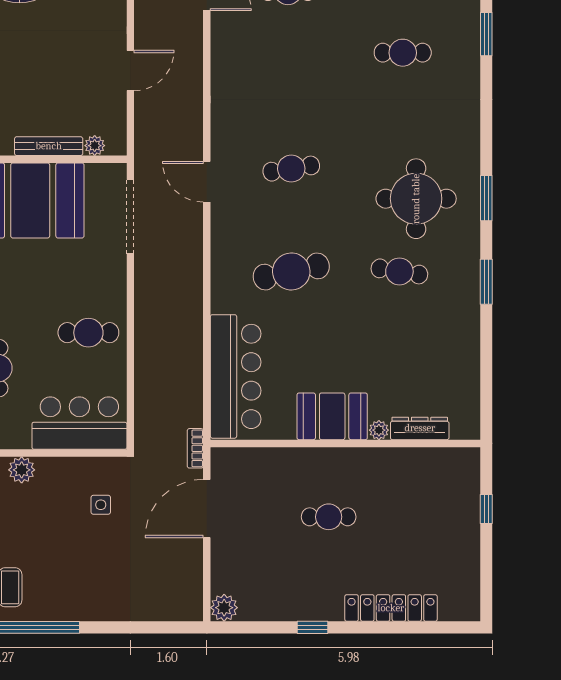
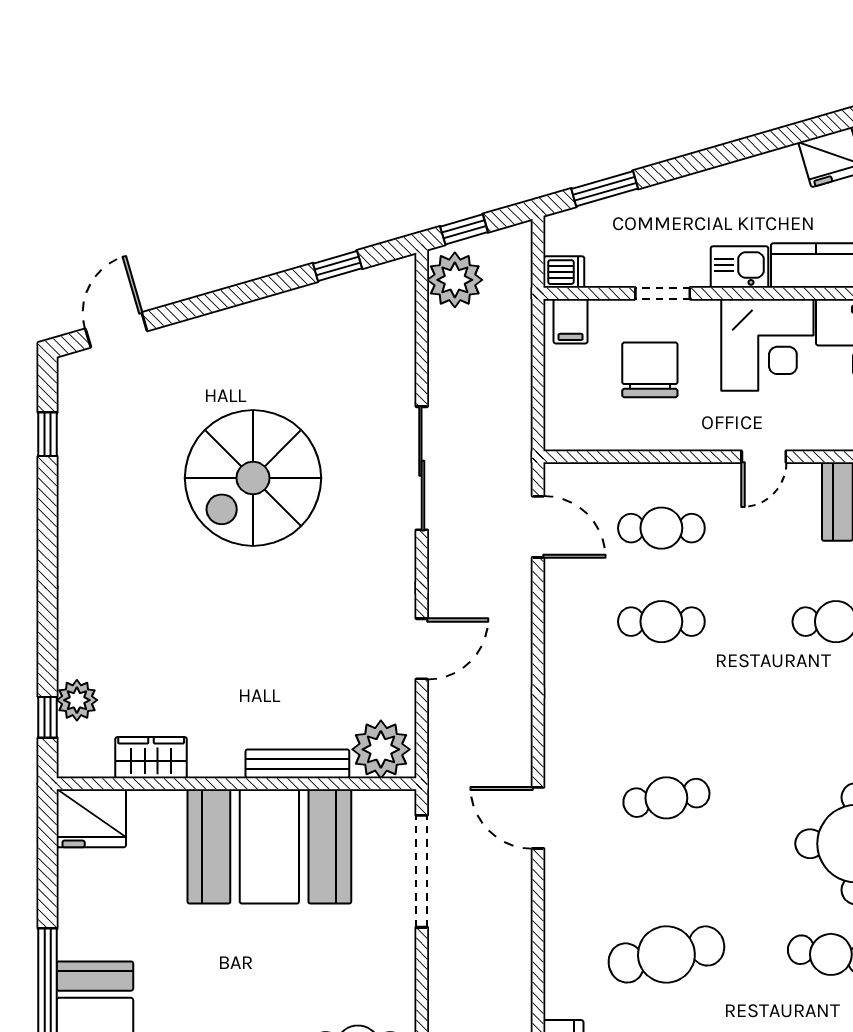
cafe table: (288, 53) -> (661, 622), added
plant: (95, 146) -> (381, 749), width x1.87, depth x1.87

